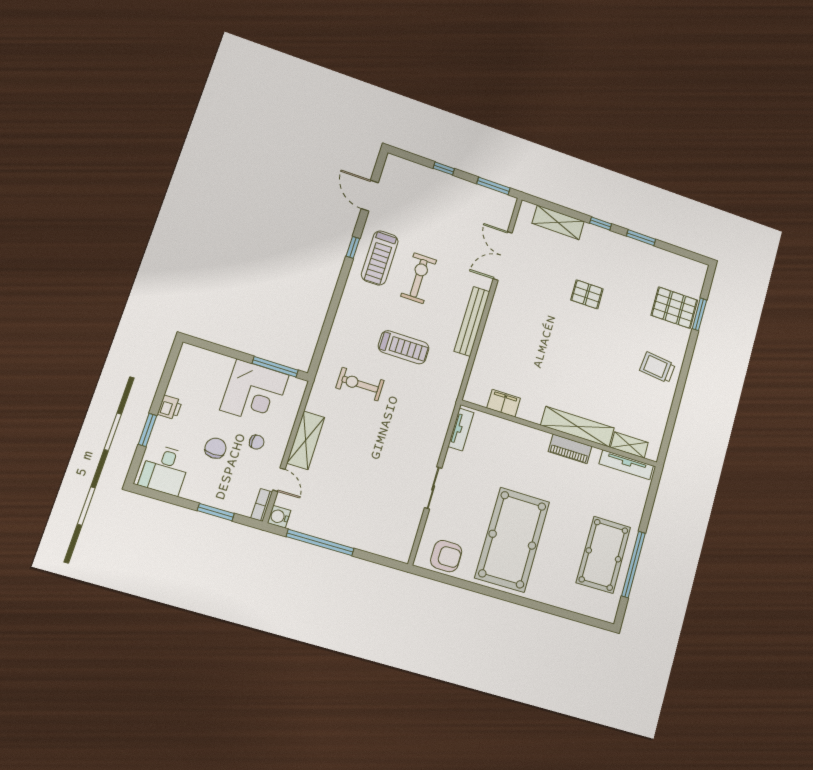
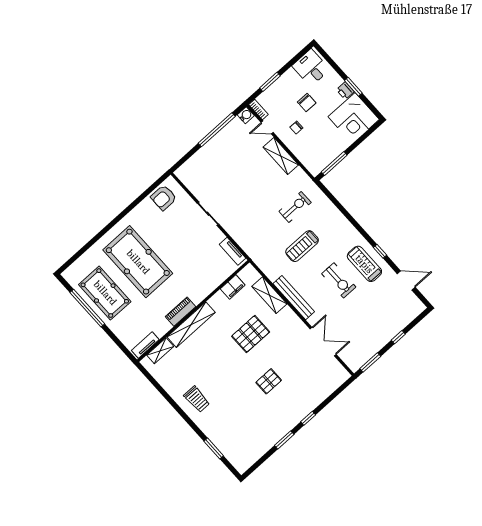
shelving: (558, 222) -> (269, 295), moved, turned 90
pallet: (674, 308) -> (251, 334), moved
trolley: (657, 367) -> (197, 399), turned 84
corner desk: (254, 392) -> (354, 118), moved, turned -90
window: (148, 430) -> (353, 87), moved
tv unit: (626, 465) -> (145, 345), width x0.71
pool table: (512, 540) -> (138, 262), moved

